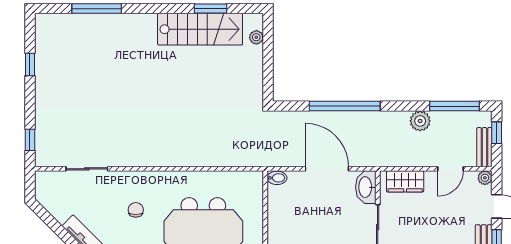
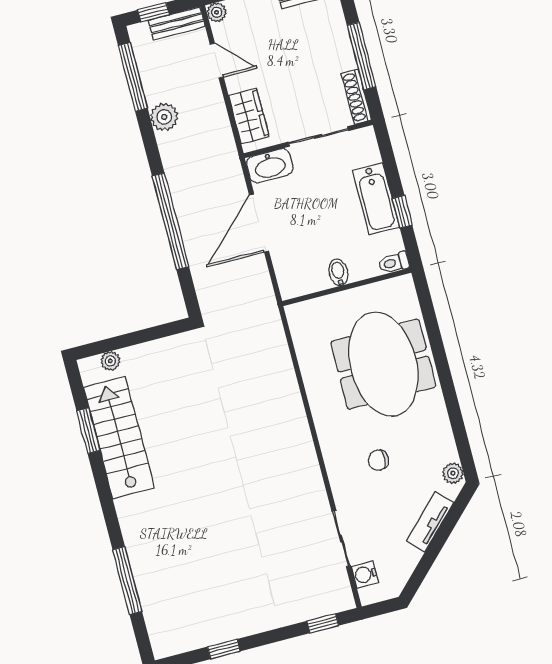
bidet: (277, 178) -> (338, 272), moved
water cooler: (57, 179) -> (365, 574), added

